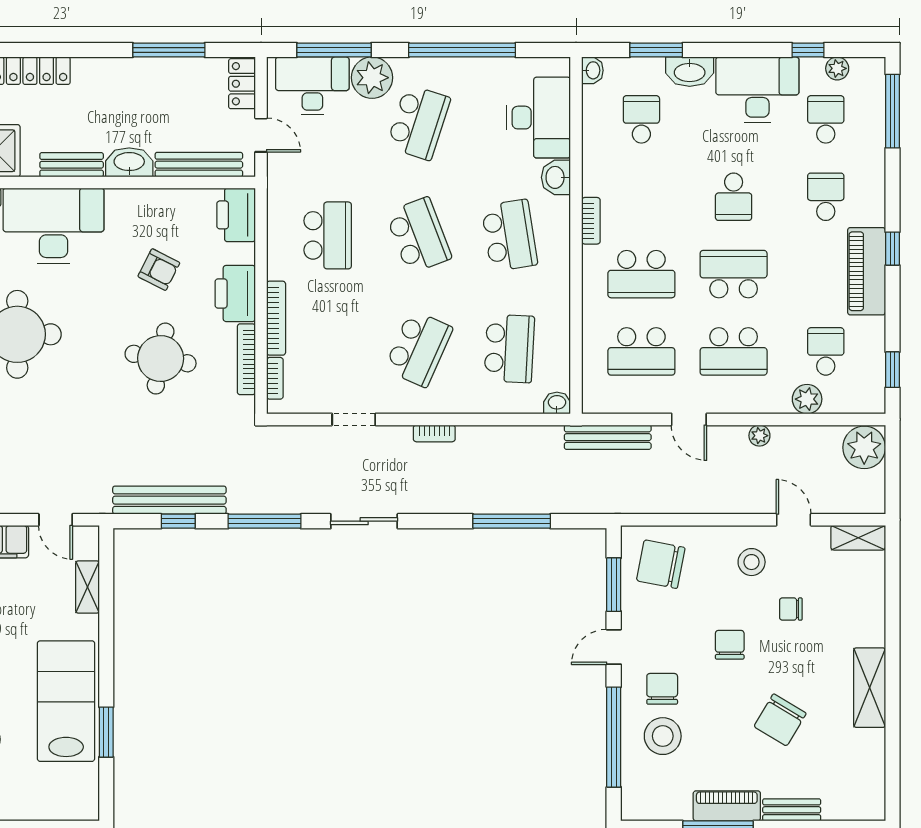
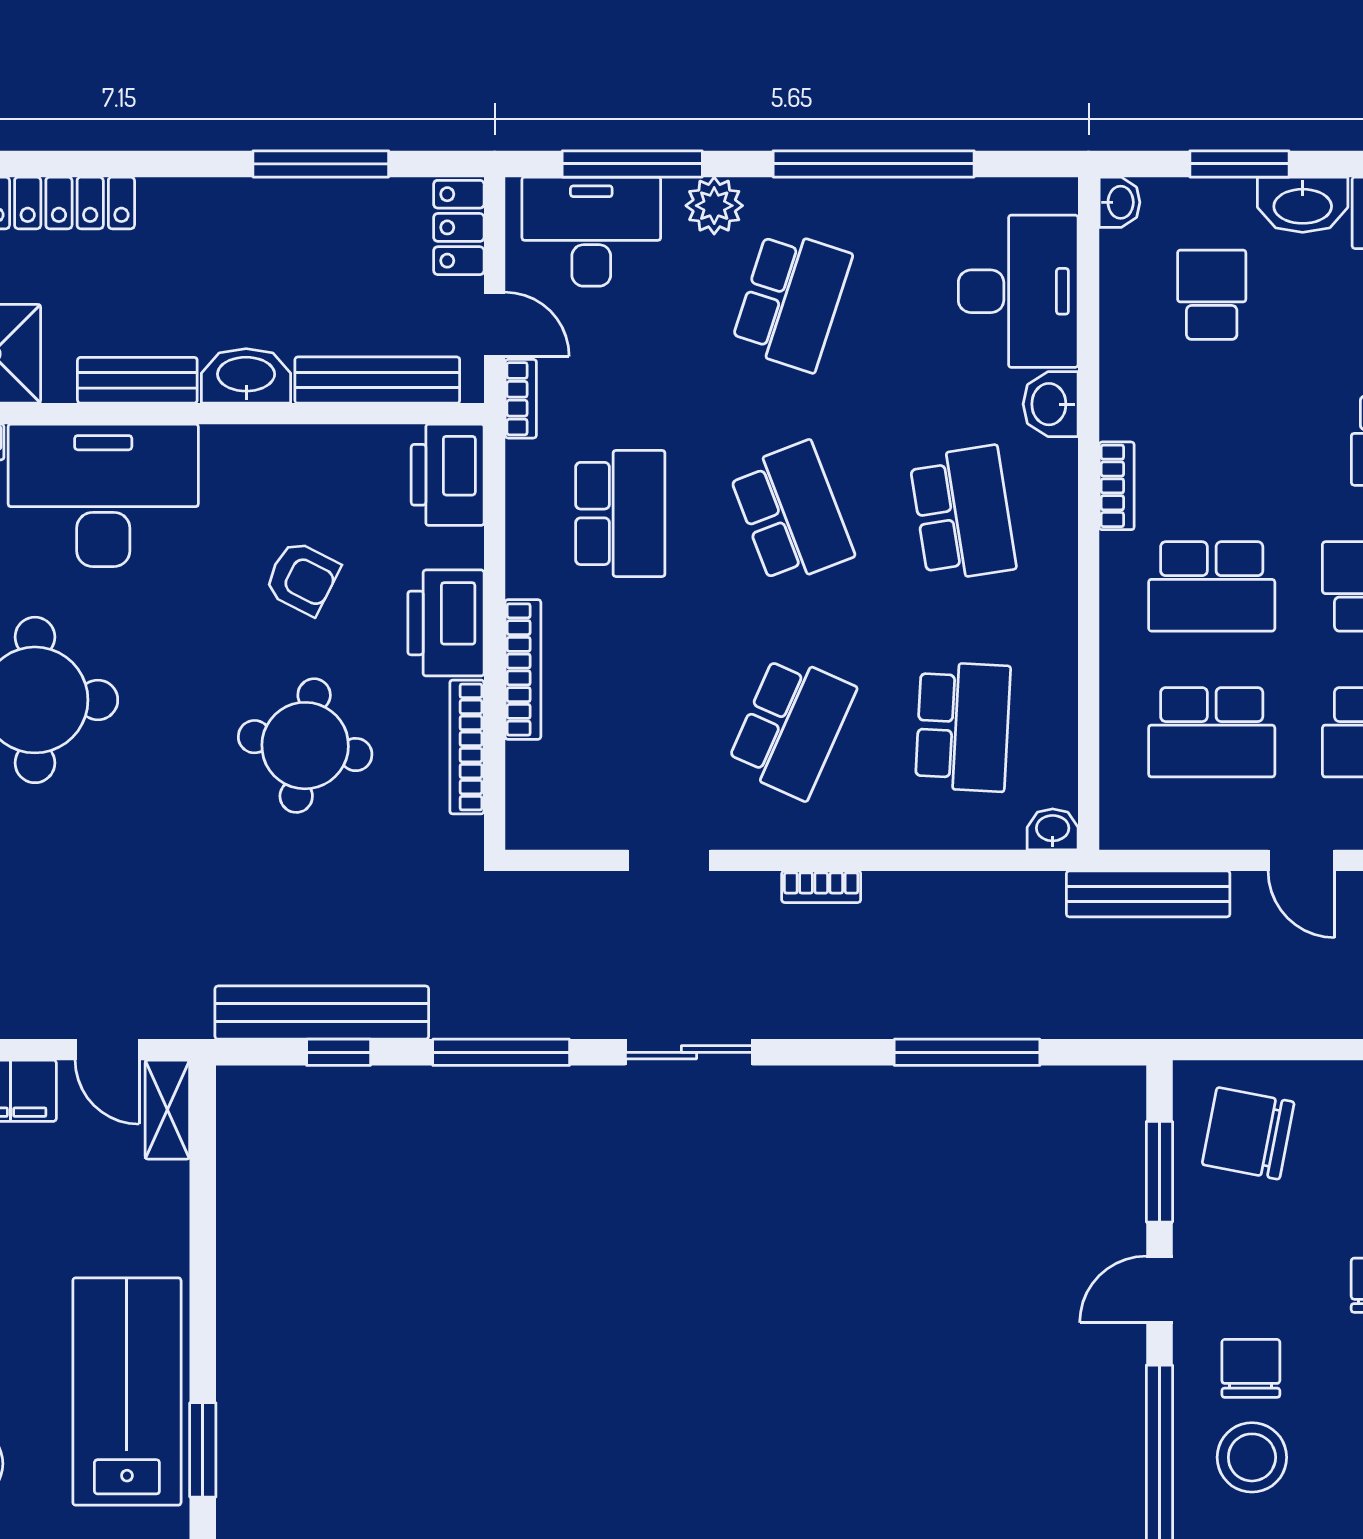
plant: (372, 78) -> (714, 206), width x0.73, depth x0.73
bookcase: (275, 378) -> (521, 399), moved
shelving: (87, 587) -> (167, 1110), moved

